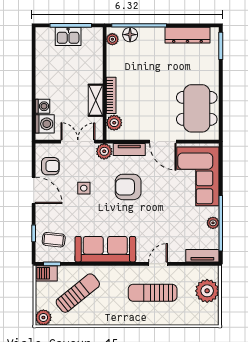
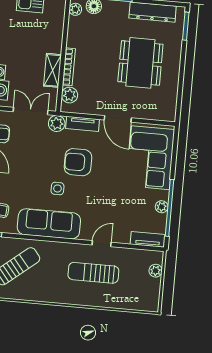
dining table: (197, 108) -> (140, 63), moved
side table: (84, 188) -> (57, 189), moved
plant: (207, 291) -> (156, 271), width x0.53, depth x0.53

